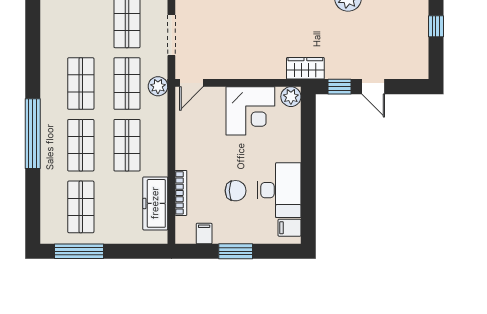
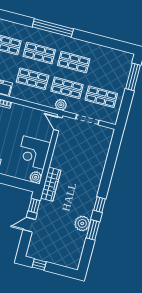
window: (436, 26) -> (39, 265), moved
wardrobe: (305, 68) -> (51, 184), width x1.50

